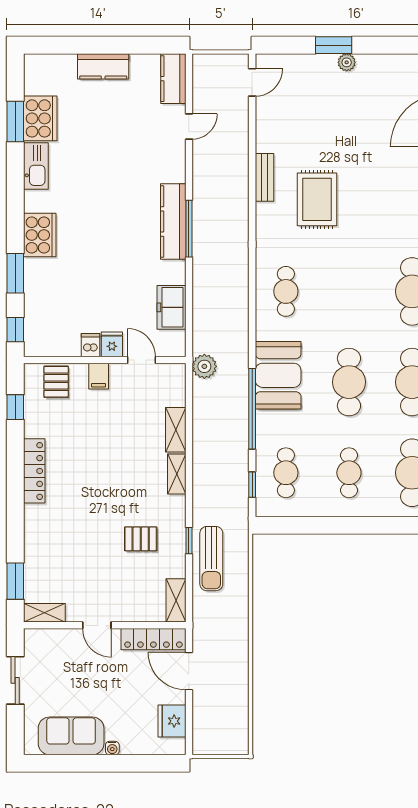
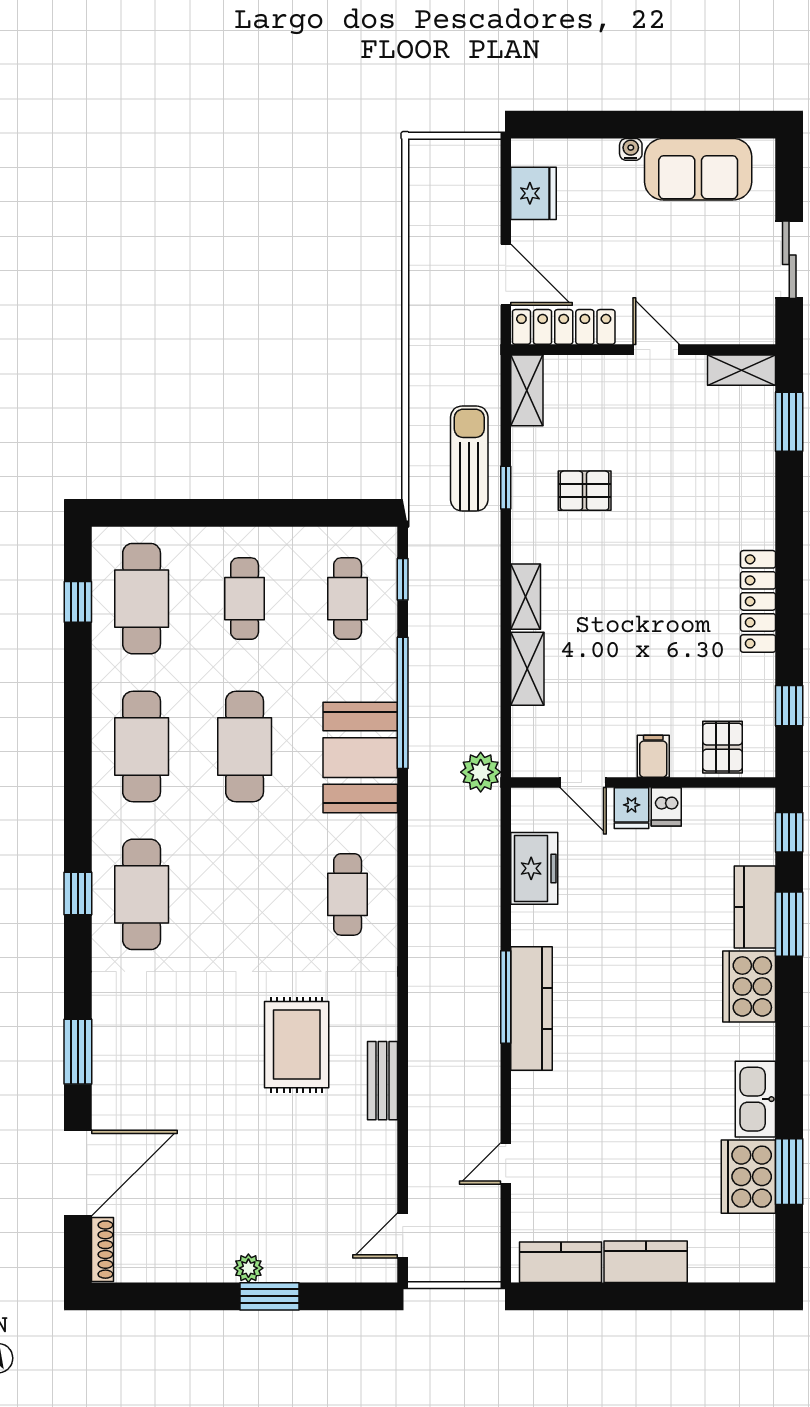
kitchen counter: (173, 79) -> (561, 1262), moved, turned -90
kitchen counter: (36, 284) -> (755, 907), added

